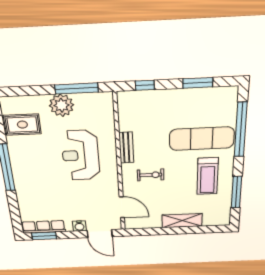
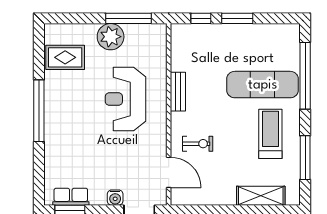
window: (198, 83) -> (237, 18), moved
exercise bike: (151, 175) -> (198, 144), moved
treadmill: (208, 176) -> (270, 134), turned 180
shelving: (182, 221) -> (261, 196), moved
row of seats: (43, 227) -> (71, 197), width x0.68

